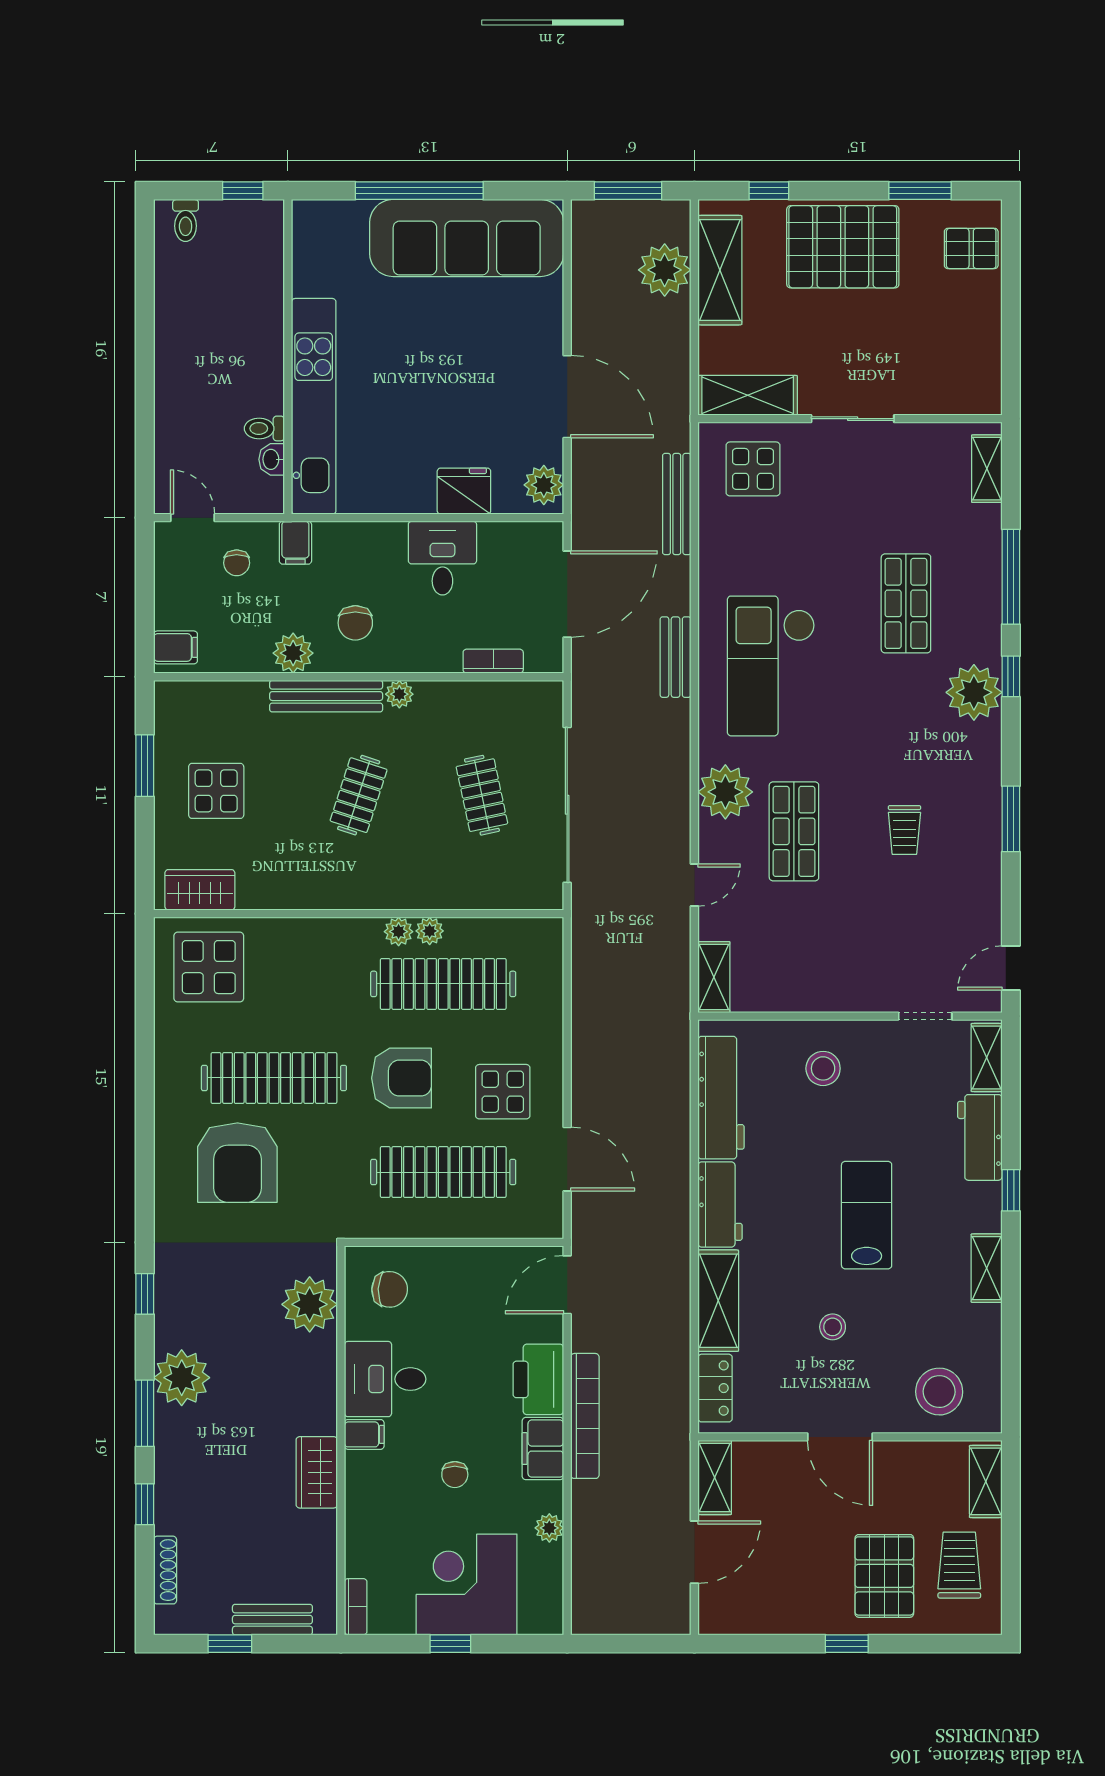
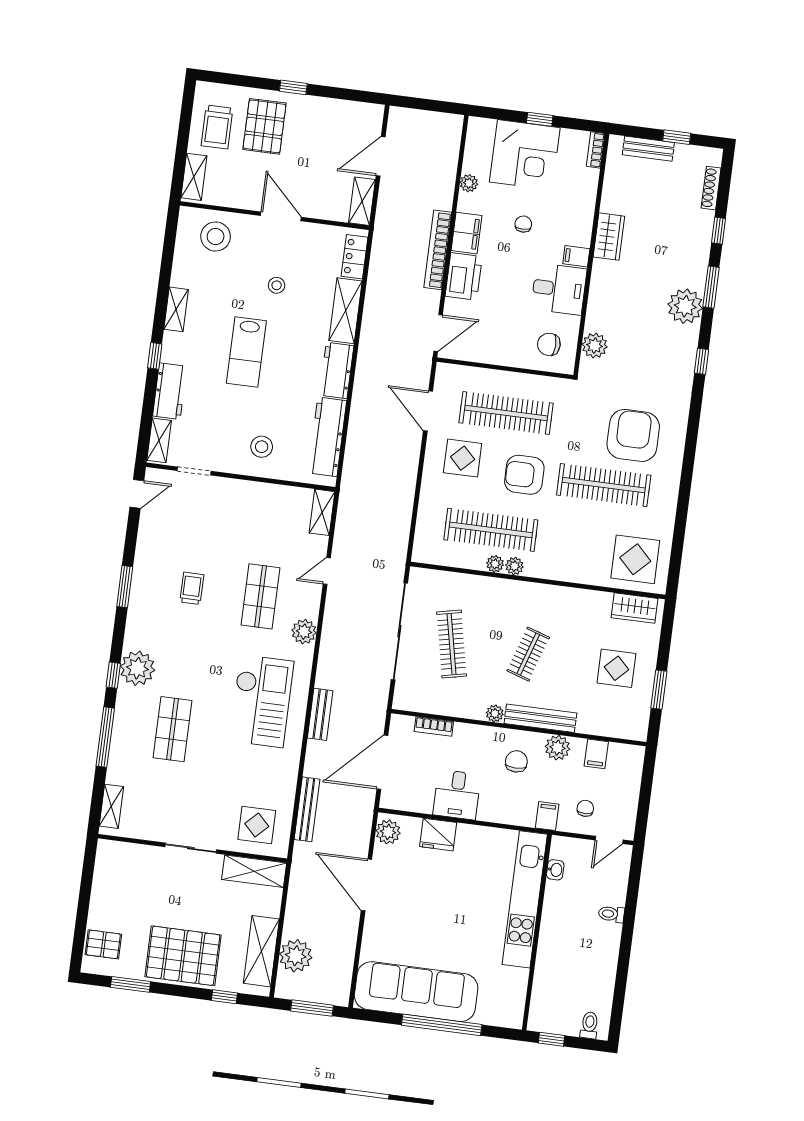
toilet: (264, 428) -> (611, 914), moved, turned 180
door: (193, 518) -> (609, 840), hinge flipped
filing cabinet: (176, 647) -> (596, 754), moved, turned -90
plant: (725, 792) -> (304, 632), width x0.73, depth x0.73
clothes rail: (482, 795) -> (452, 644), width x1.36
plant: (310, 1304) -> (595, 346), width x0.73, depth x0.73

